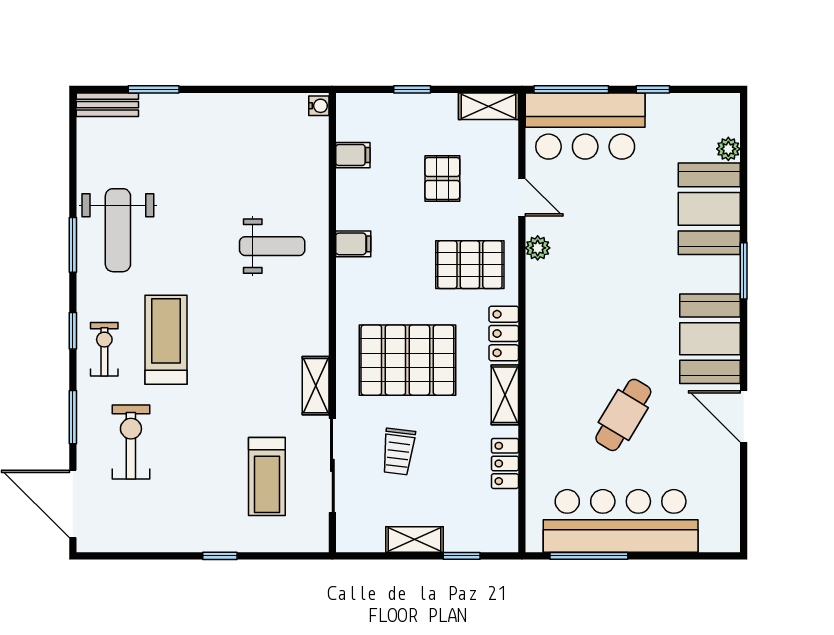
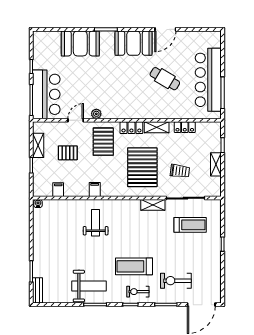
shelving: (489, 106) -> (38, 145), moved
plant: (728, 149) -> (56, 36), removed

